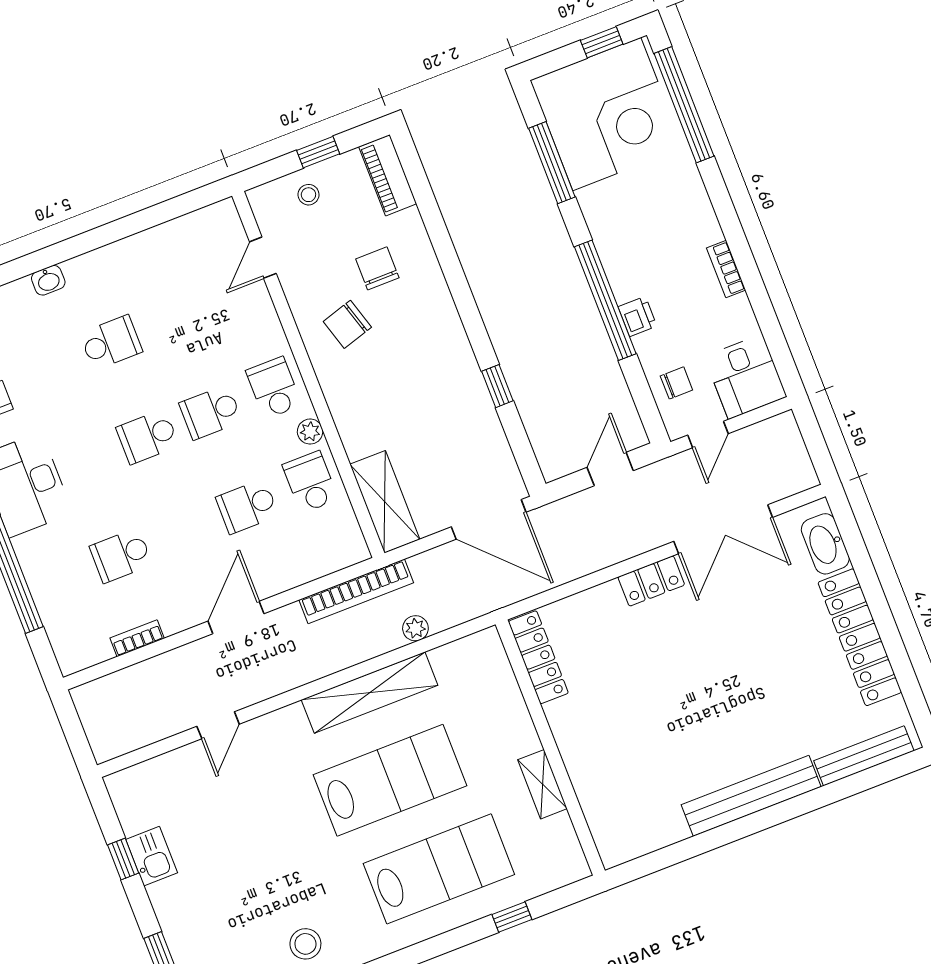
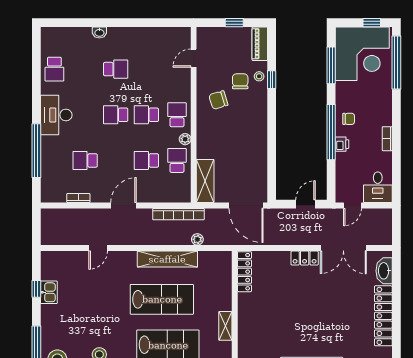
stool: (308, 195) -> (259, 76), moved
chair: (676, 383) -> (349, 119), moved
window: (497, 386) -> (272, 80), moved

